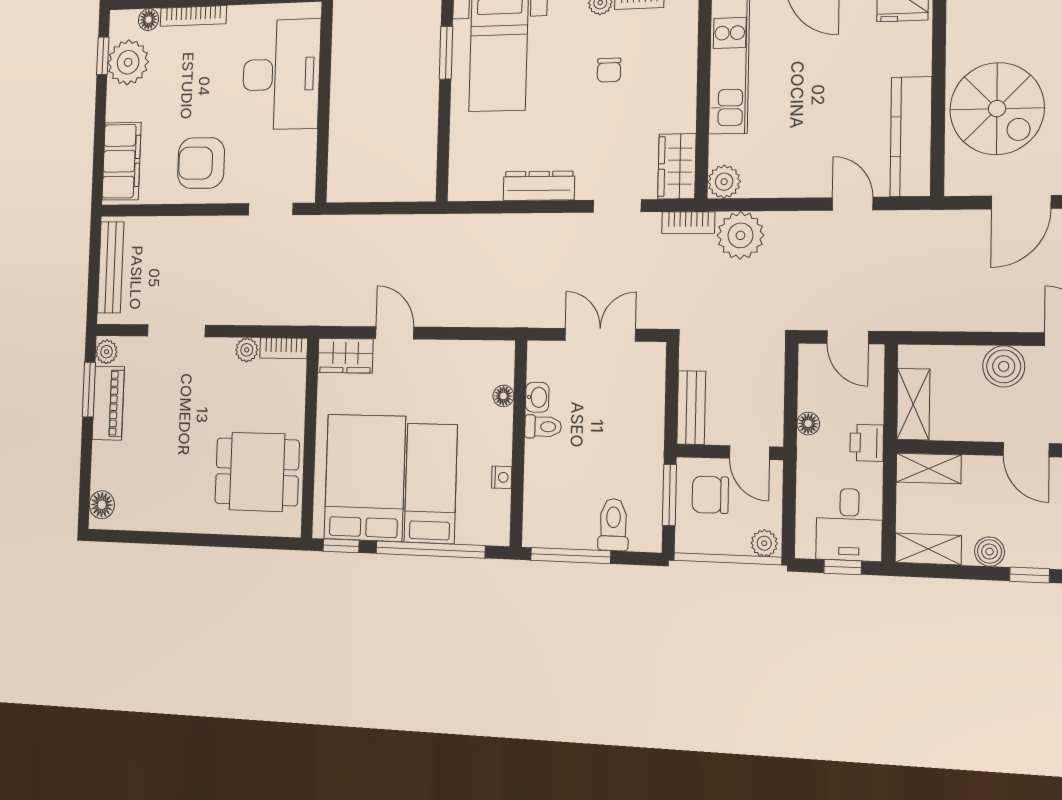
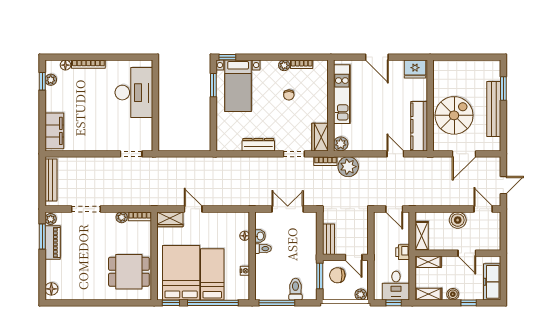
plant: (128, 62) -> (51, 80), width x0.53, depth x0.53
spiral stairs: (997, 109) -> (454, 115), turned -90
armchair: (201, 163) -> (95, 132), removed
floor lamp: (808, 424) -> (378, 245), removed

